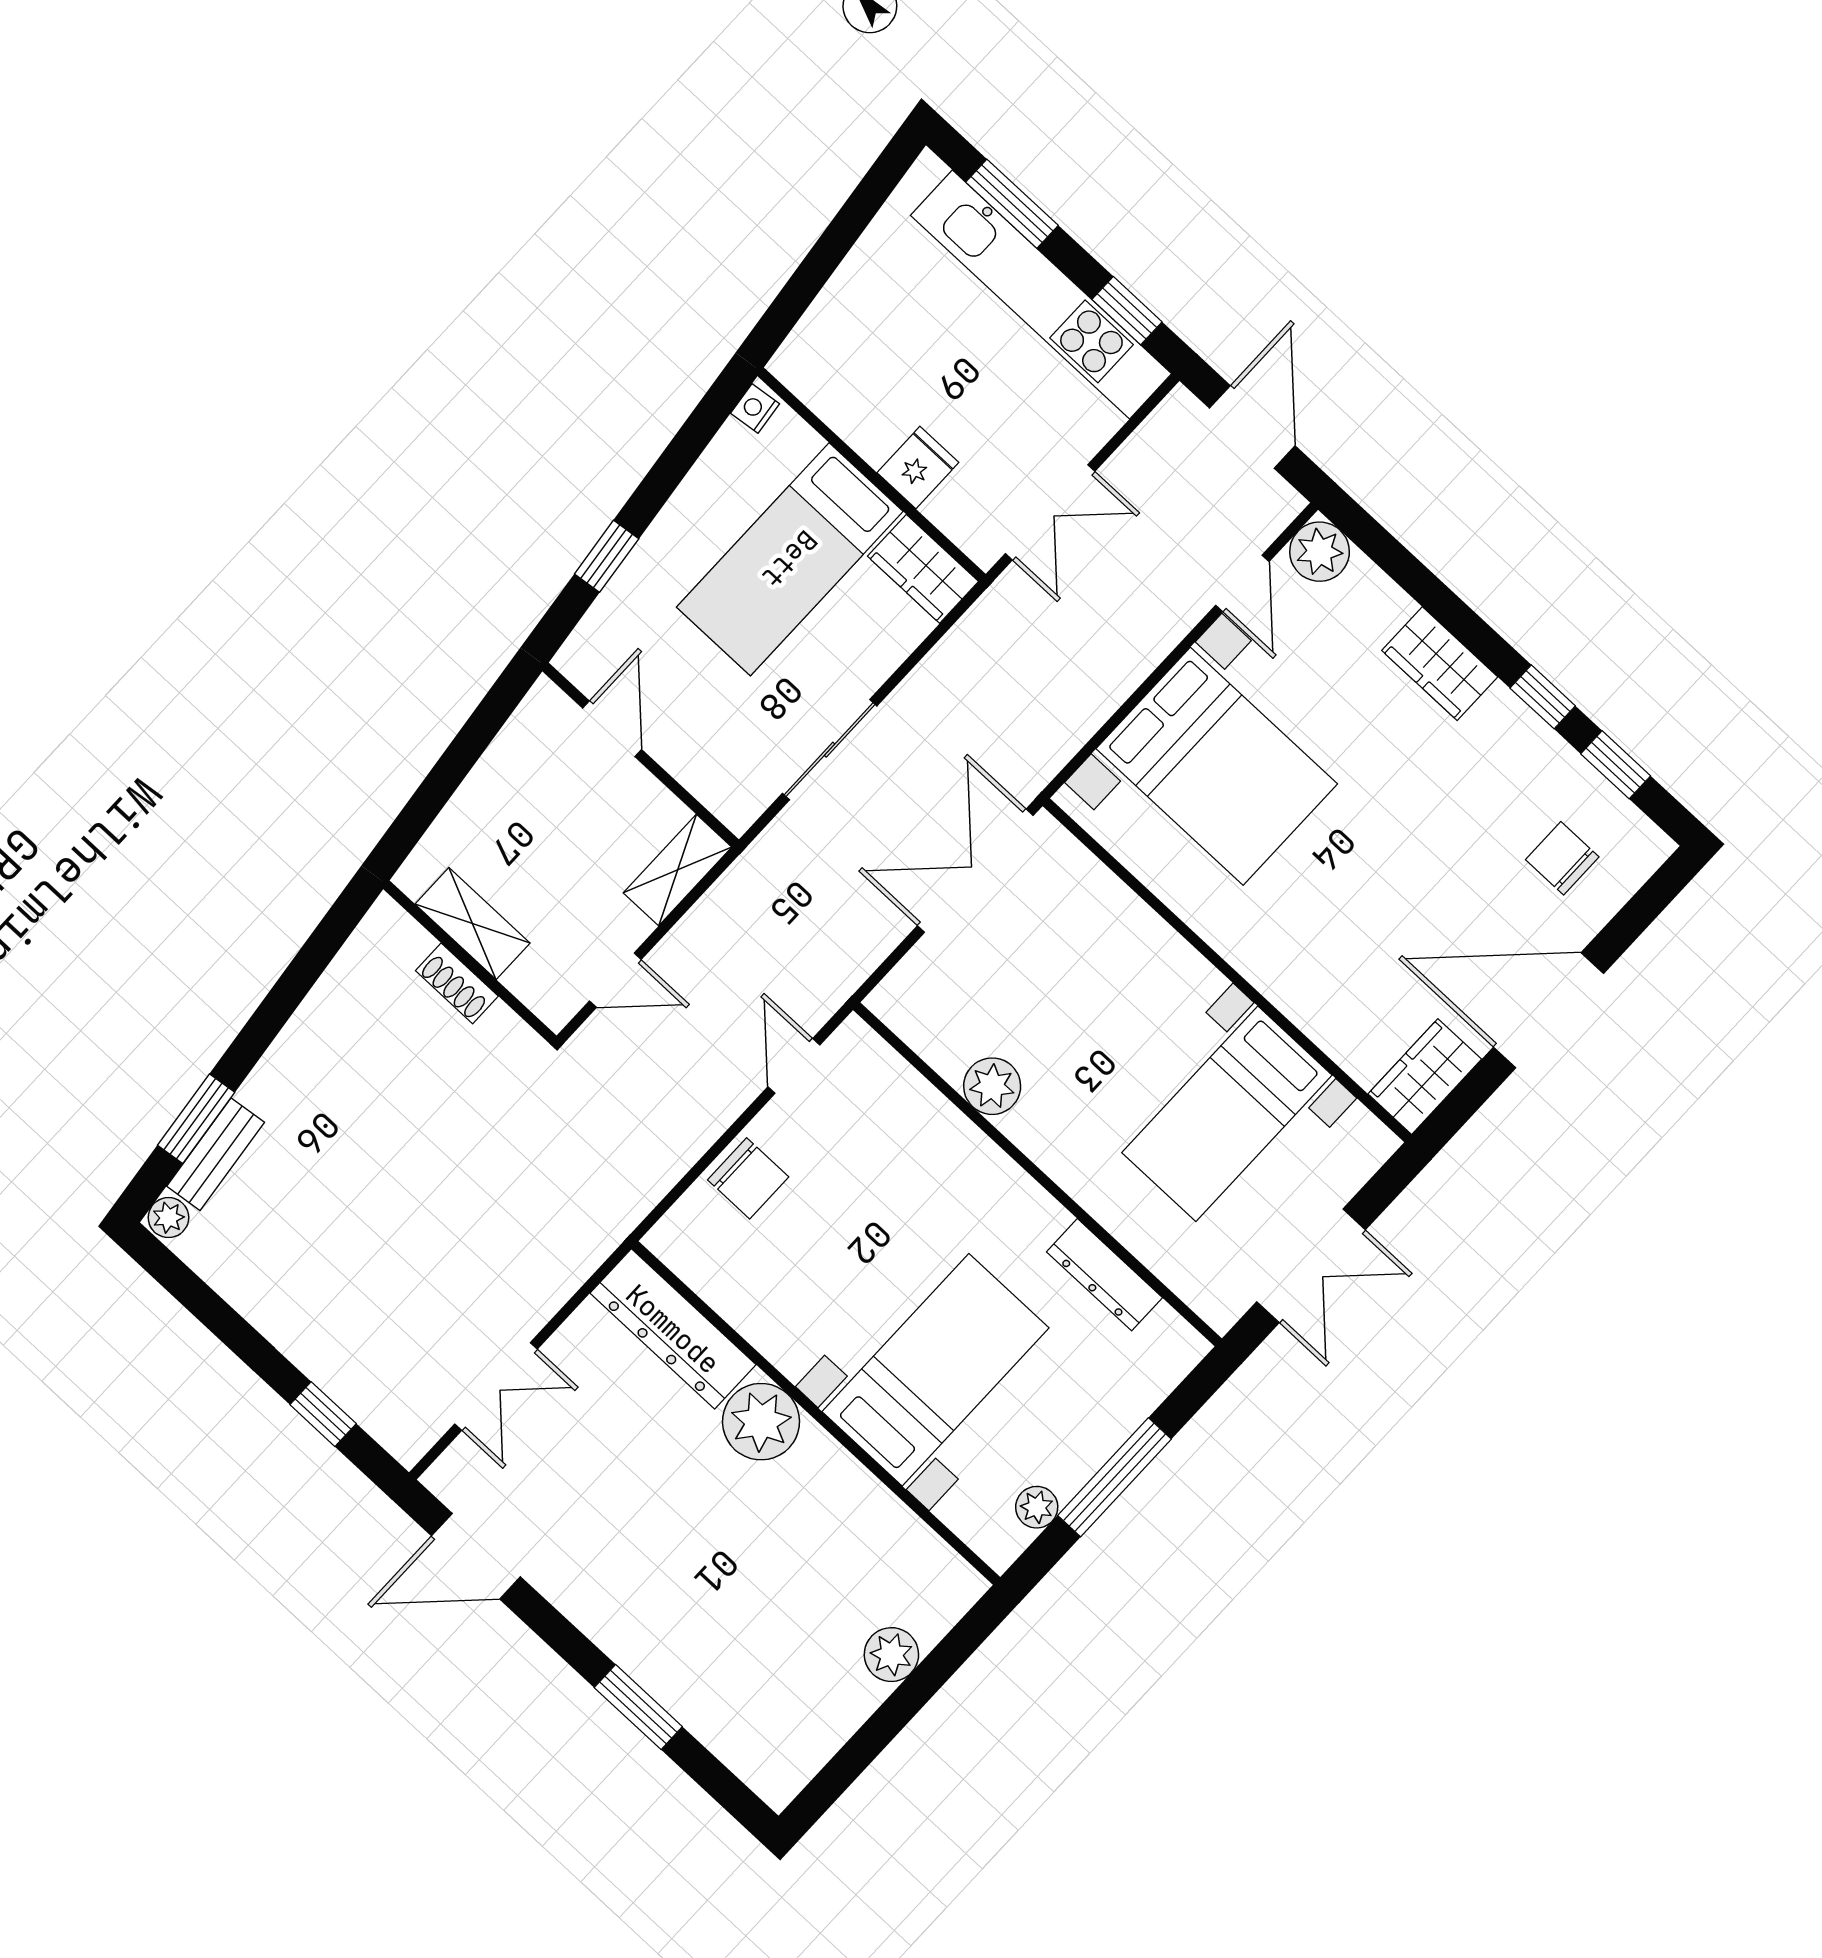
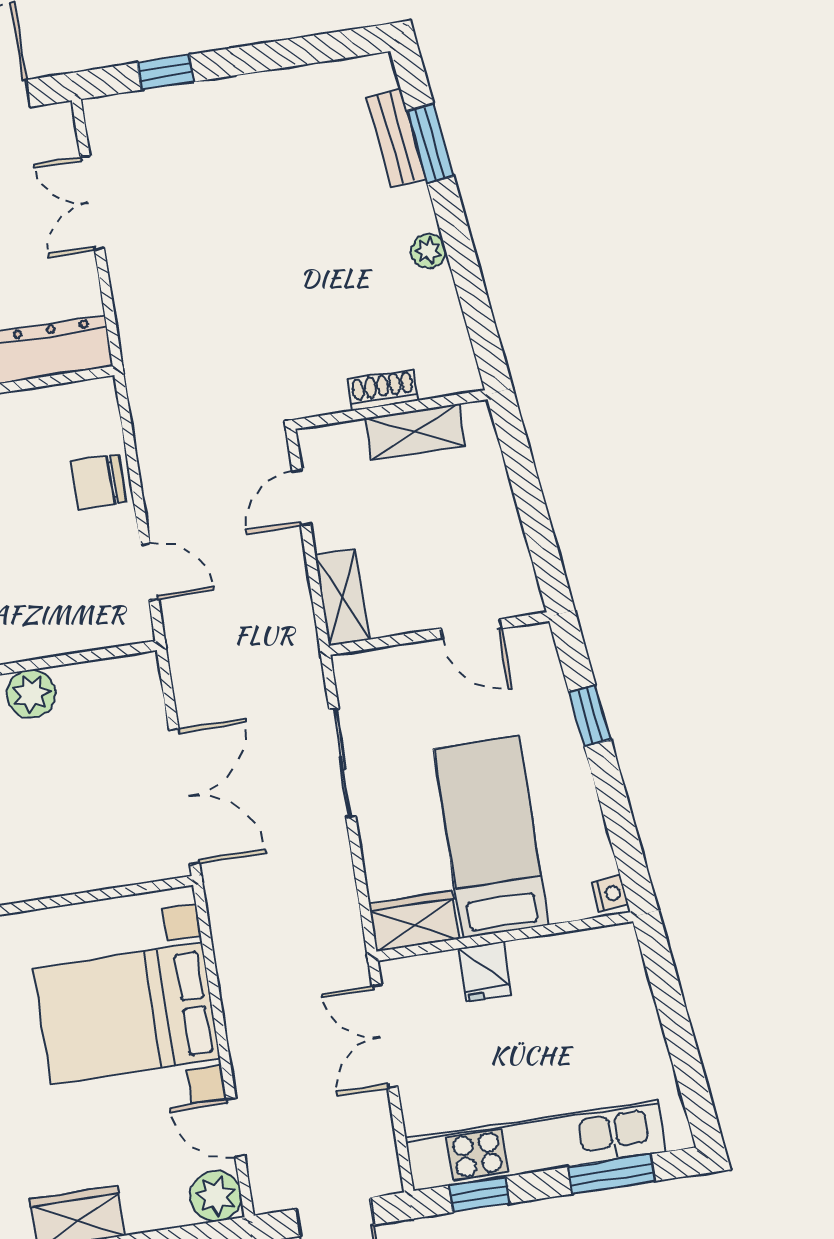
plant: (168, 1218) -> (428, 251), moved

